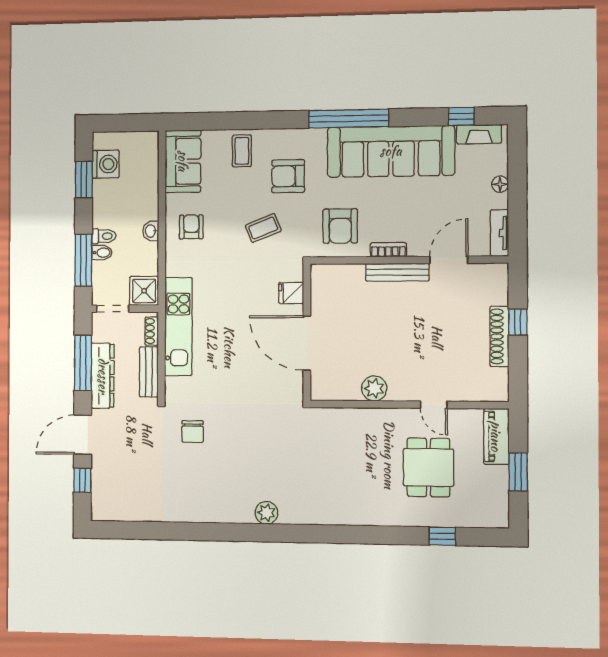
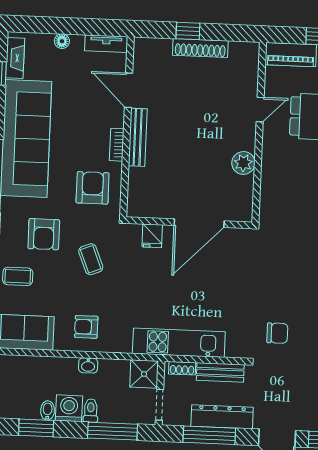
washing machine: (106, 164) -> (69, 408), moved
armchair: (340, 226) -> (93, 188), turned -90
bidet: (102, 253) -> (48, 410), moved

